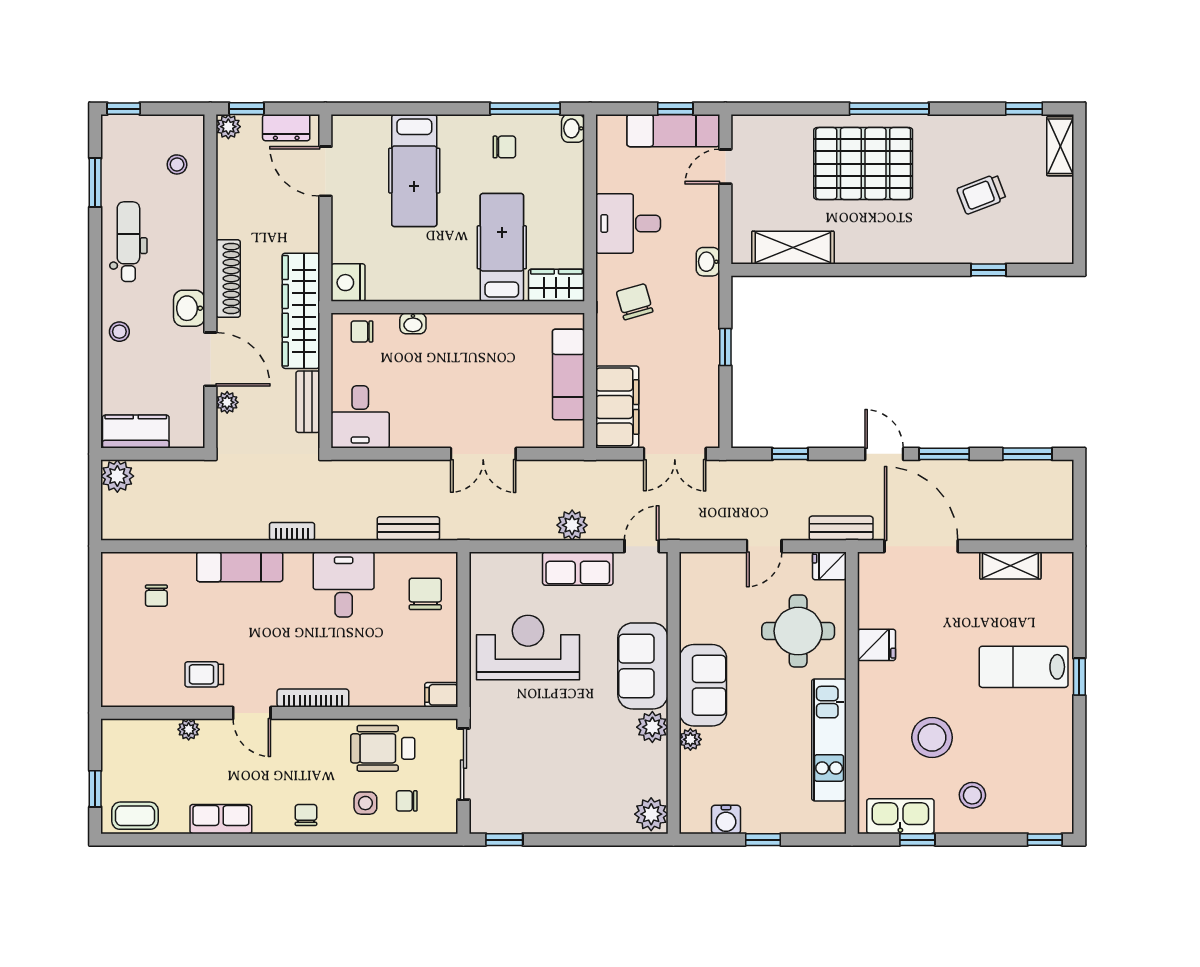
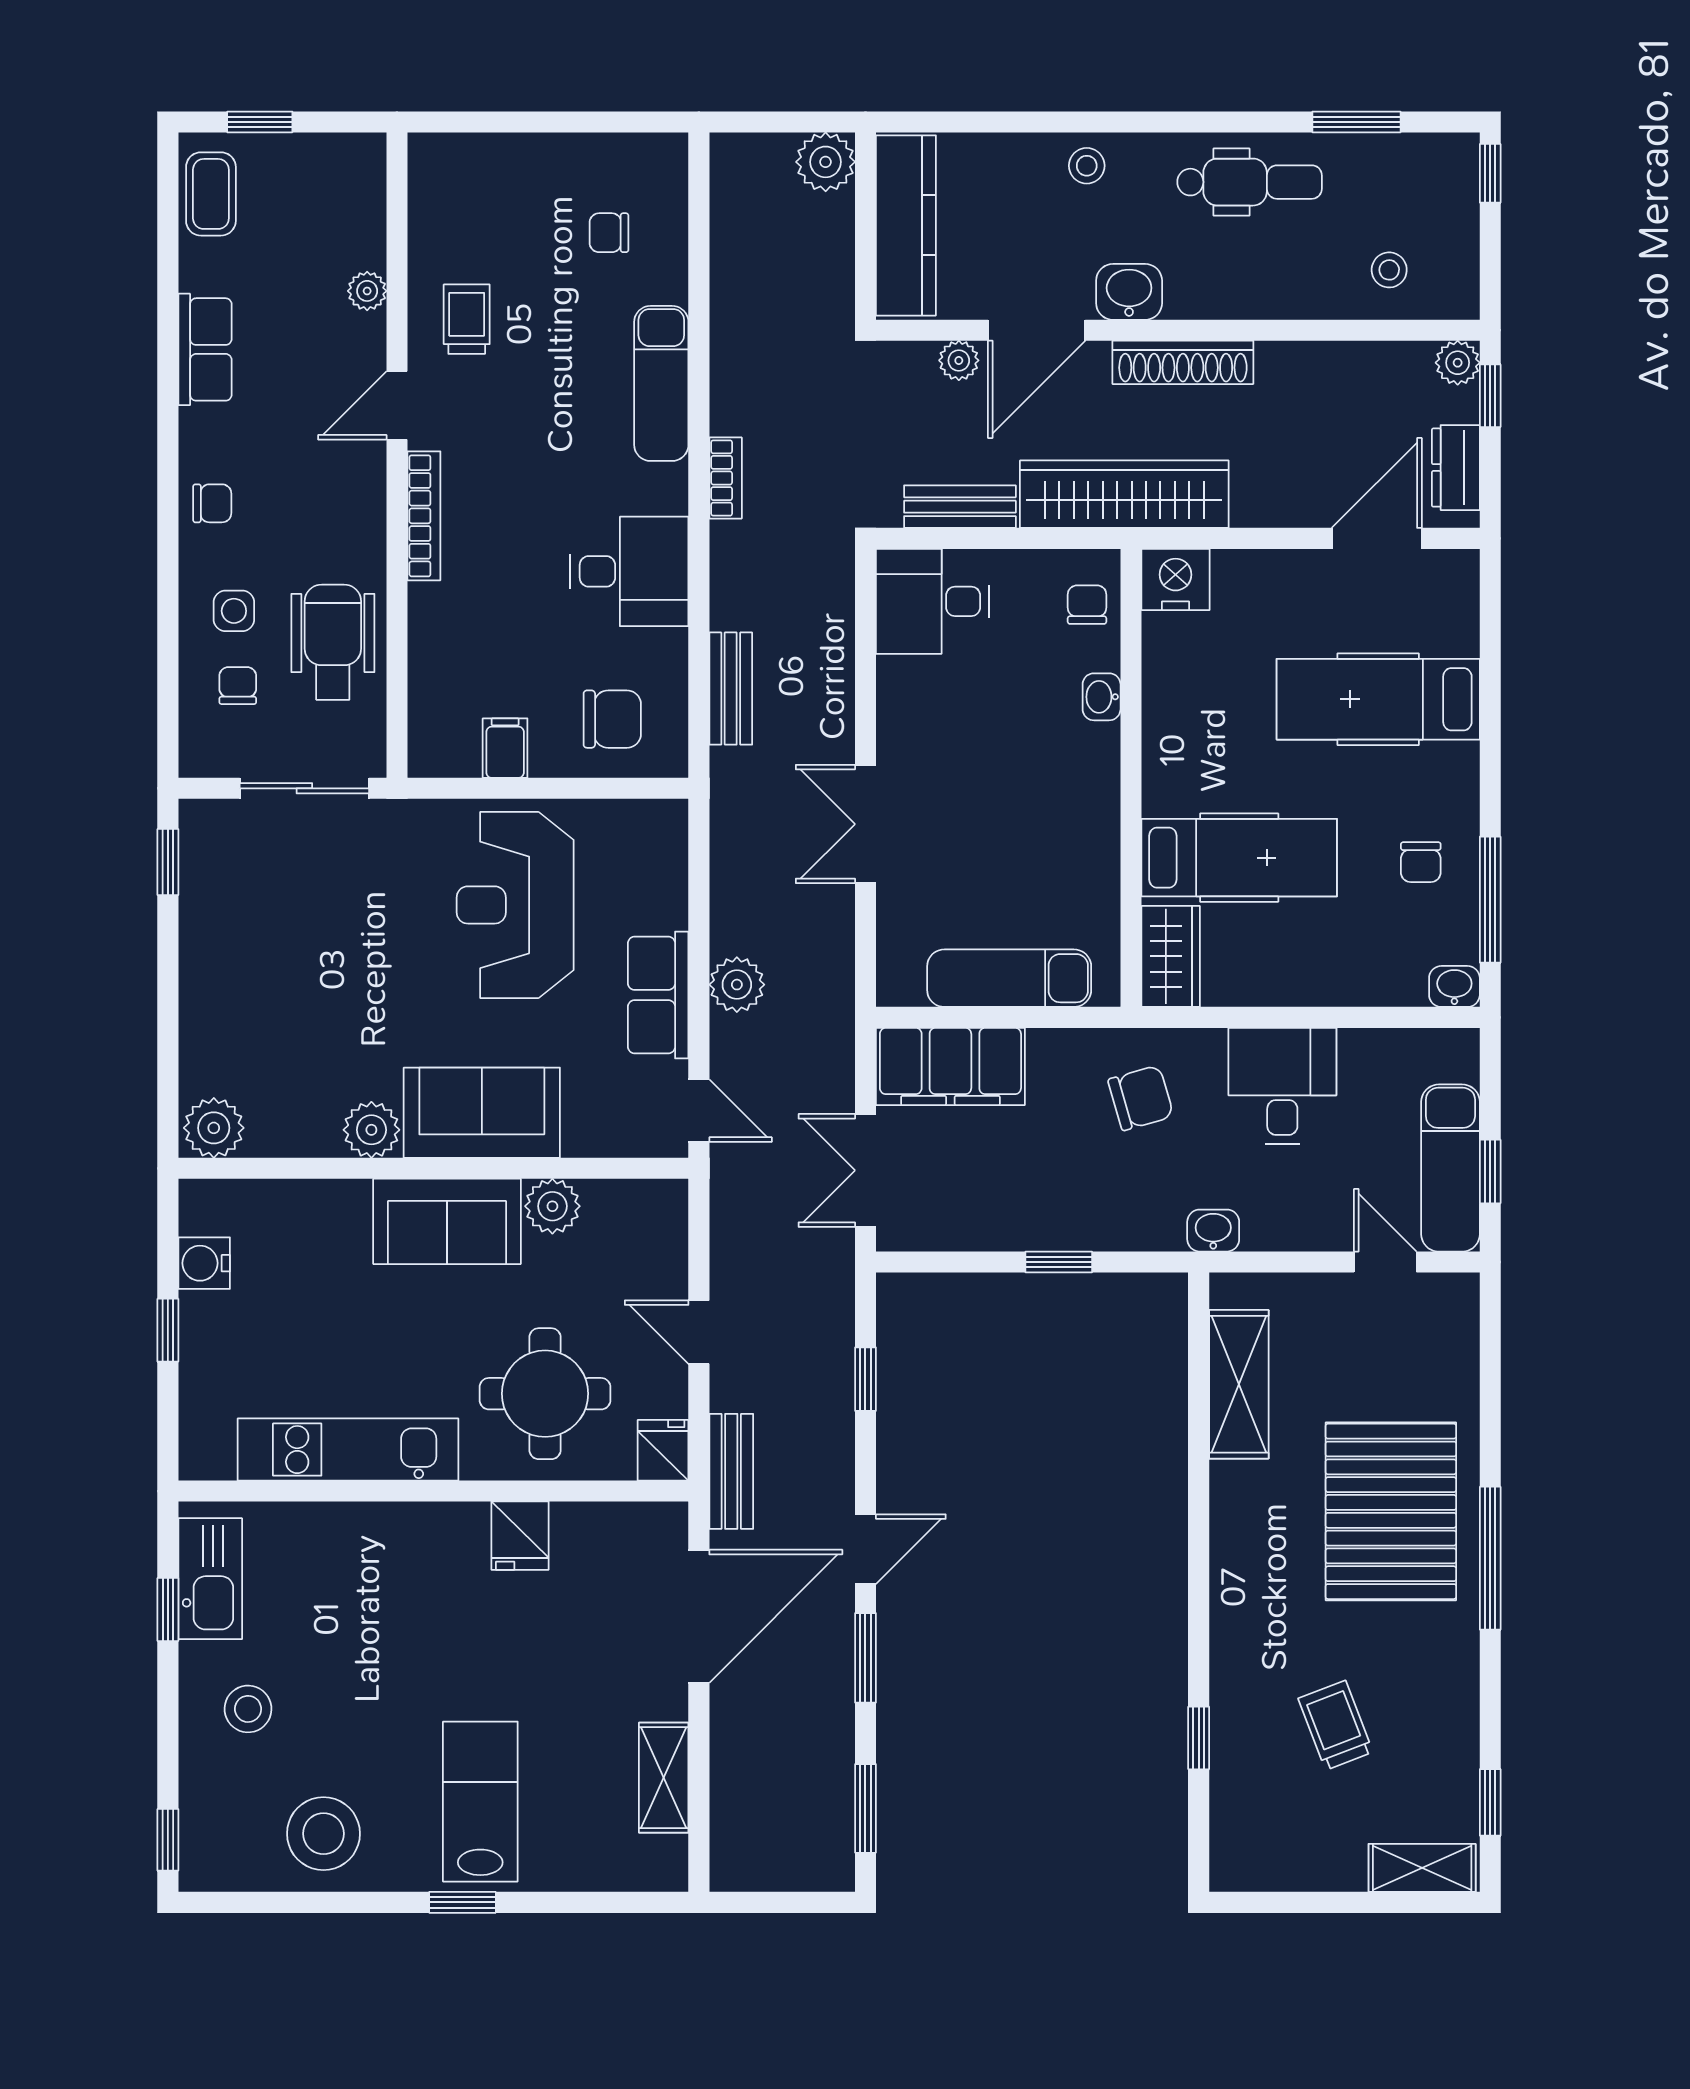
kitchen counter: (136, 432) -> (906, 225), width x1.50
reception desk: (528, 648) -> (515, 905), turned 180
filing cabinet: (441, 695) -> (505, 748), moved
stool: (932, 737) -> (323, 1834), moved
plant: (690, 739) -> (552, 1206), moved, width x1.38, depth x1.38

